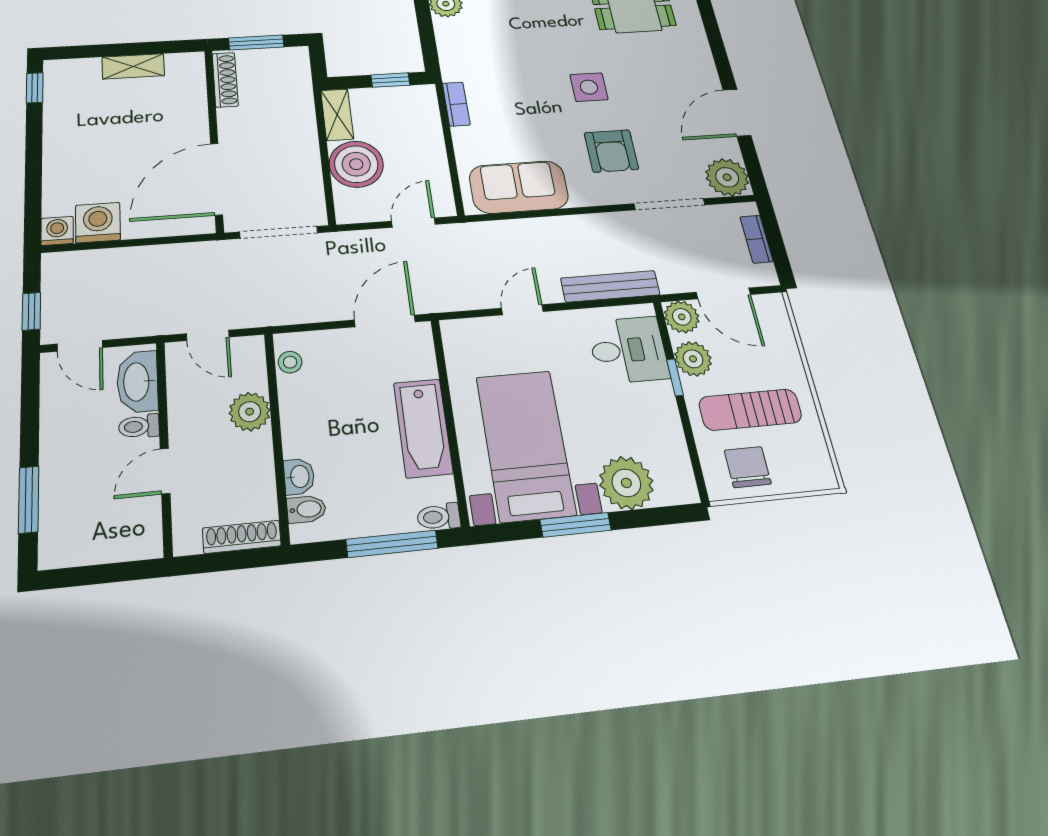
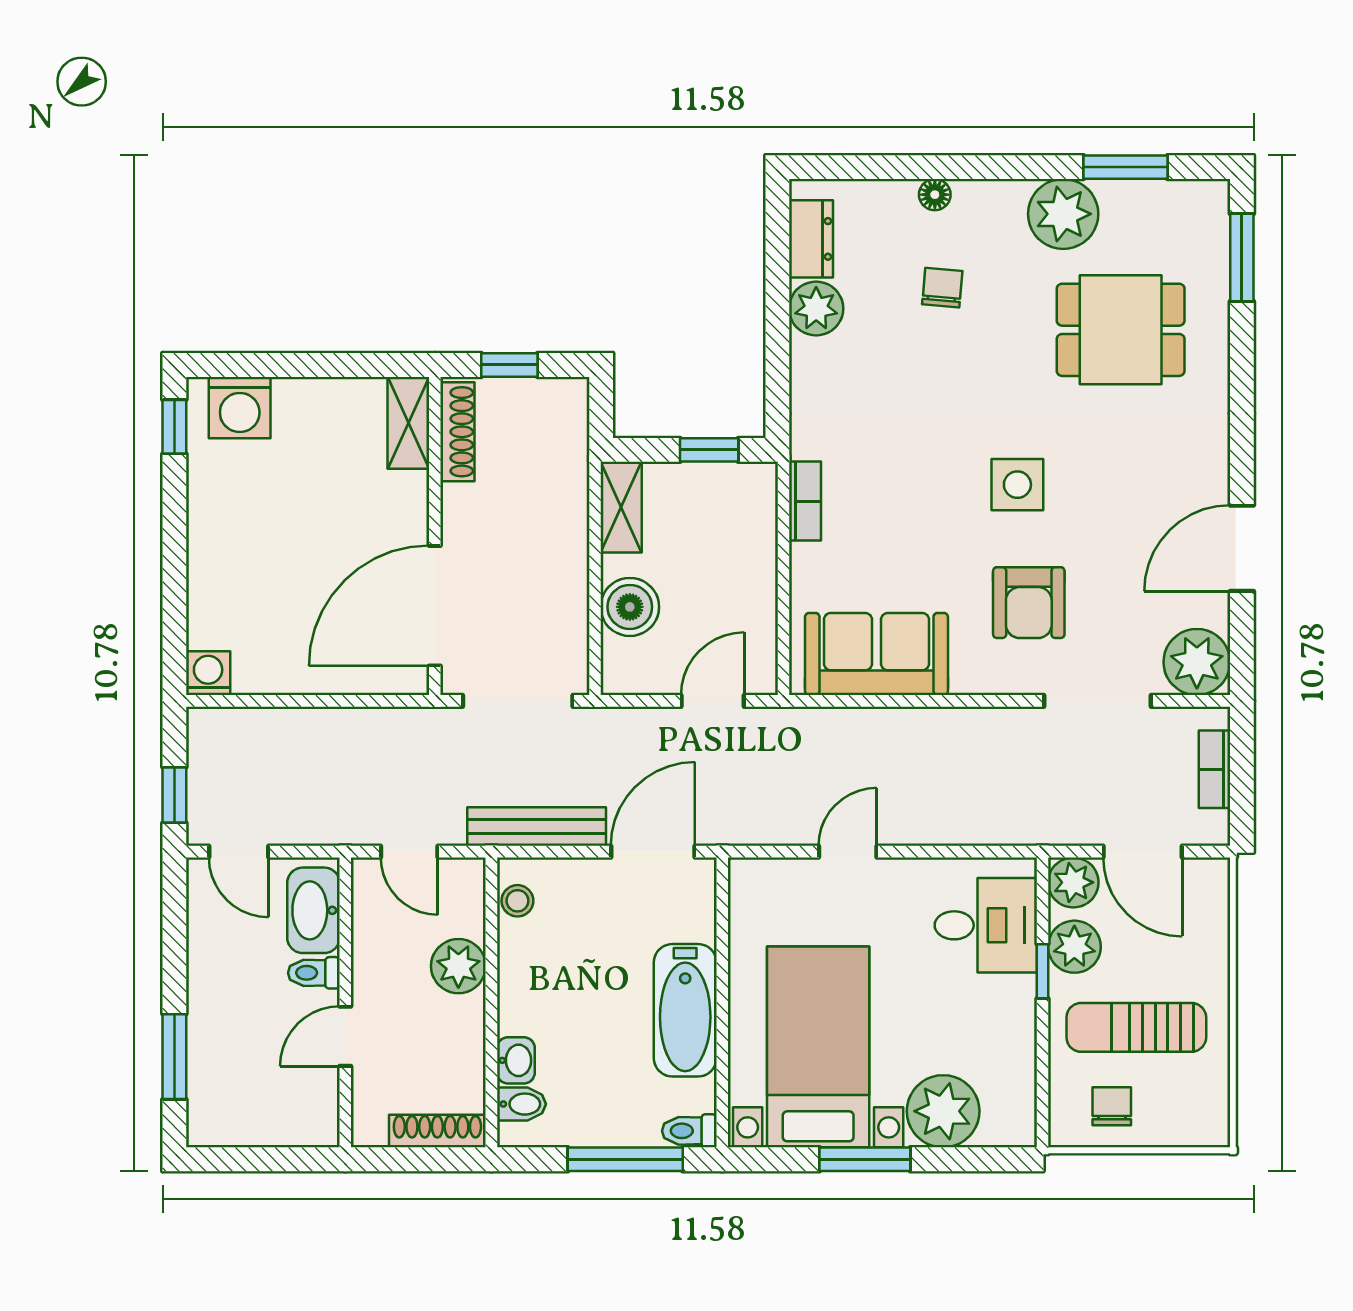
window: (256, 42) -> (509, 365), width x0.67
shelving: (133, 66) -> (408, 423), moved, turned 90
boiler: (356, 164) -> (630, 607), width x0.73, depth x0.73
washing machine: (98, 223) -> (240, 408), moved, turned 180
bench: (610, 286) -> (537, 827), moved
chair: (748, 467) -> (1112, 1106), width x0.73, depth x0.73

